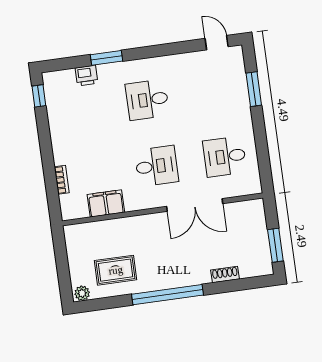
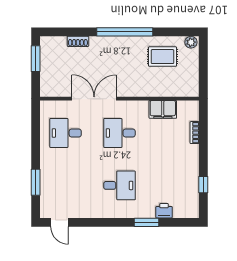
window: (39, 96) -> (203, 185), moved
desk: (225, 157) -> (65, 133), turned 180

